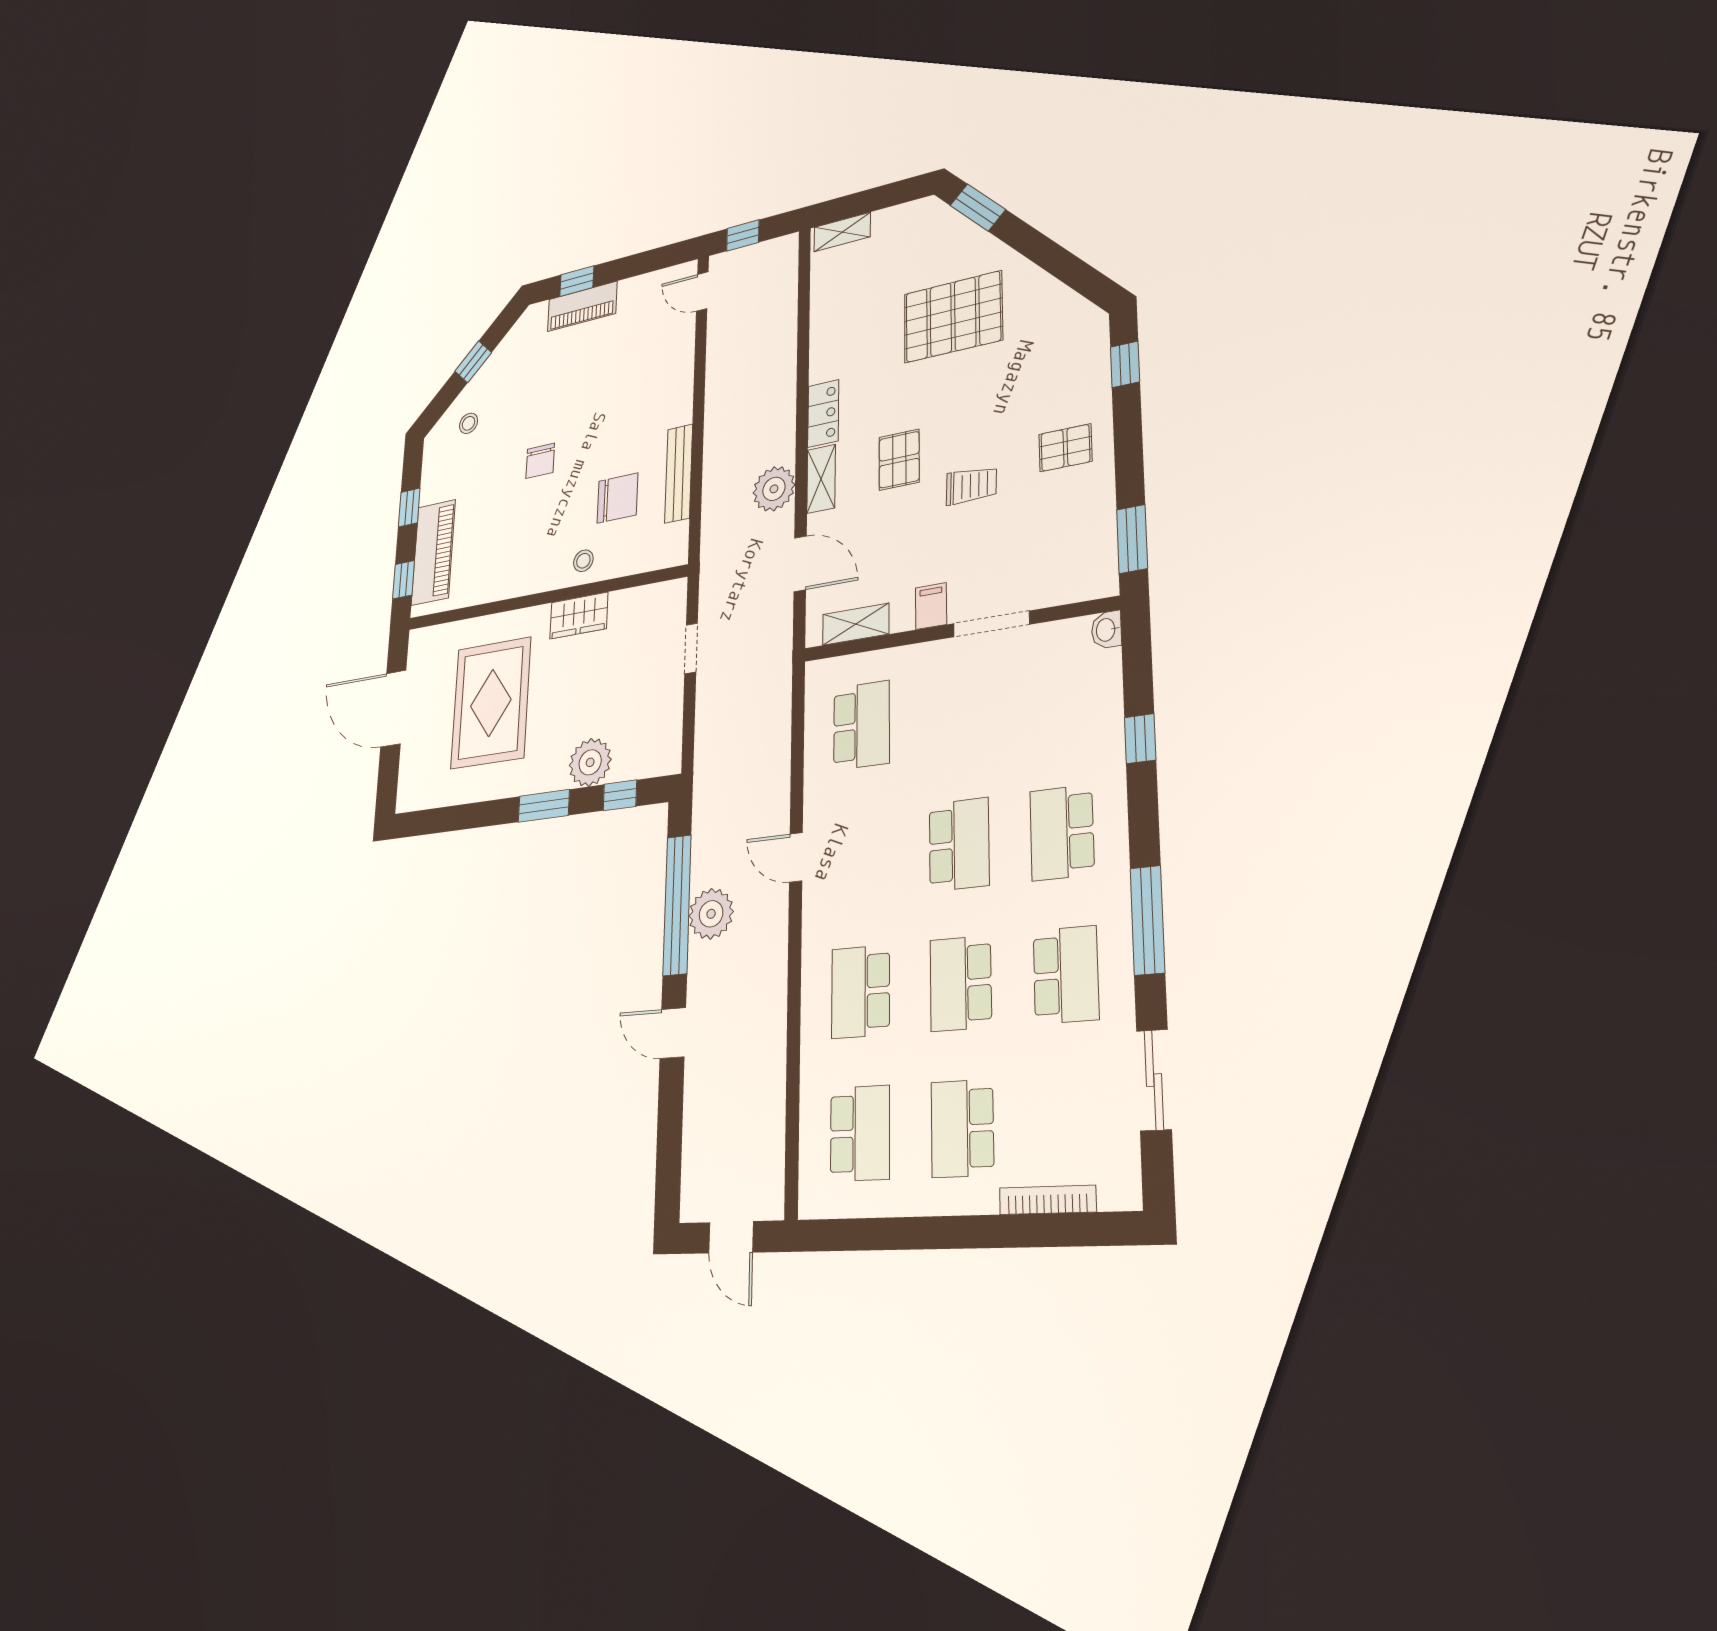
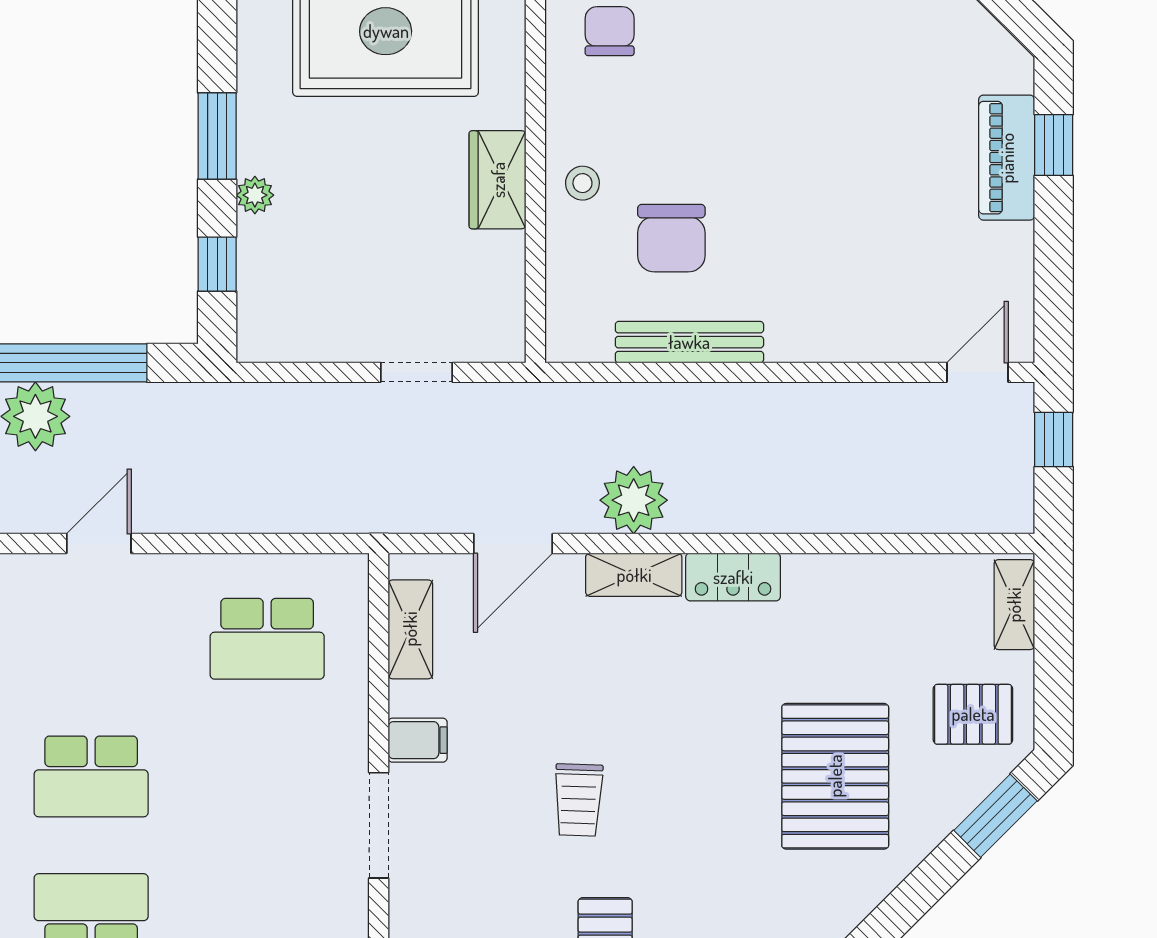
pallet: (899, 460) -> (973, 714), moved
chair: (540, 461) -> (610, 31), moved, turned 90
plant: (590, 762) -> (255, 195), width x0.53, depth x0.53

